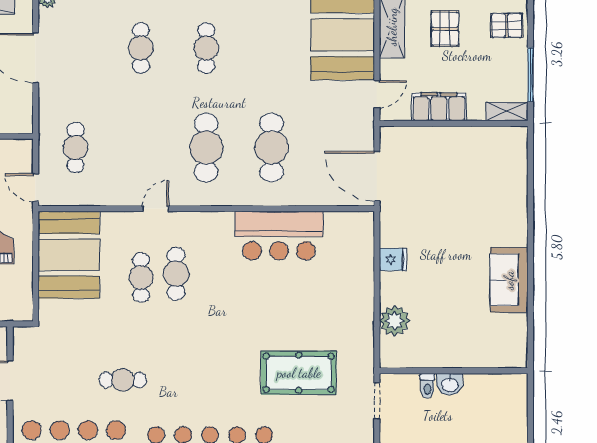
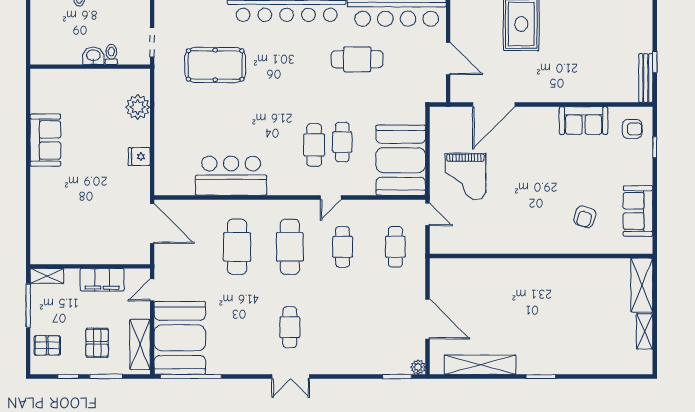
cafe table: (141, 48) -> (343, 247), moved
cafe table: (123, 380) -> (357, 59), width x1.37, depth x1.35

